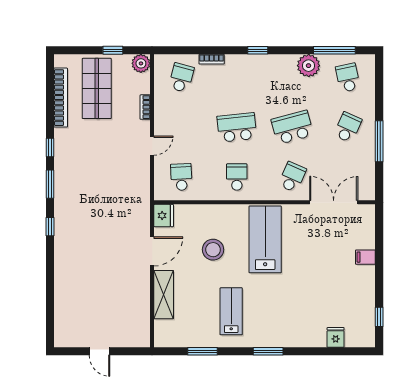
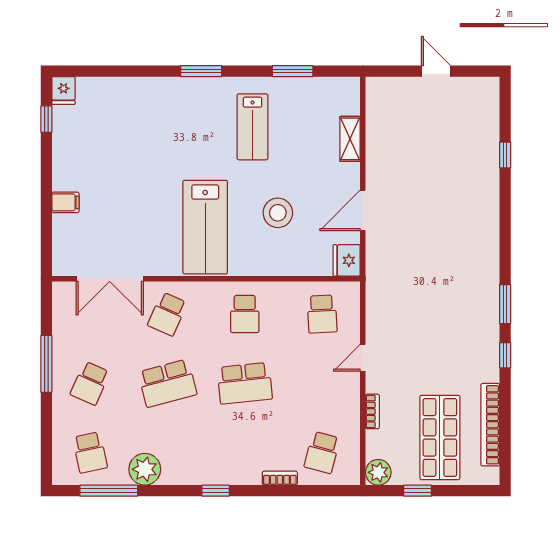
window: (50, 227) -> (505, 155), moved
shelving: (164, 295) -> (350, 139), width x0.67, depth x0.75
fridge: (336, 337) -> (64, 91), moved

